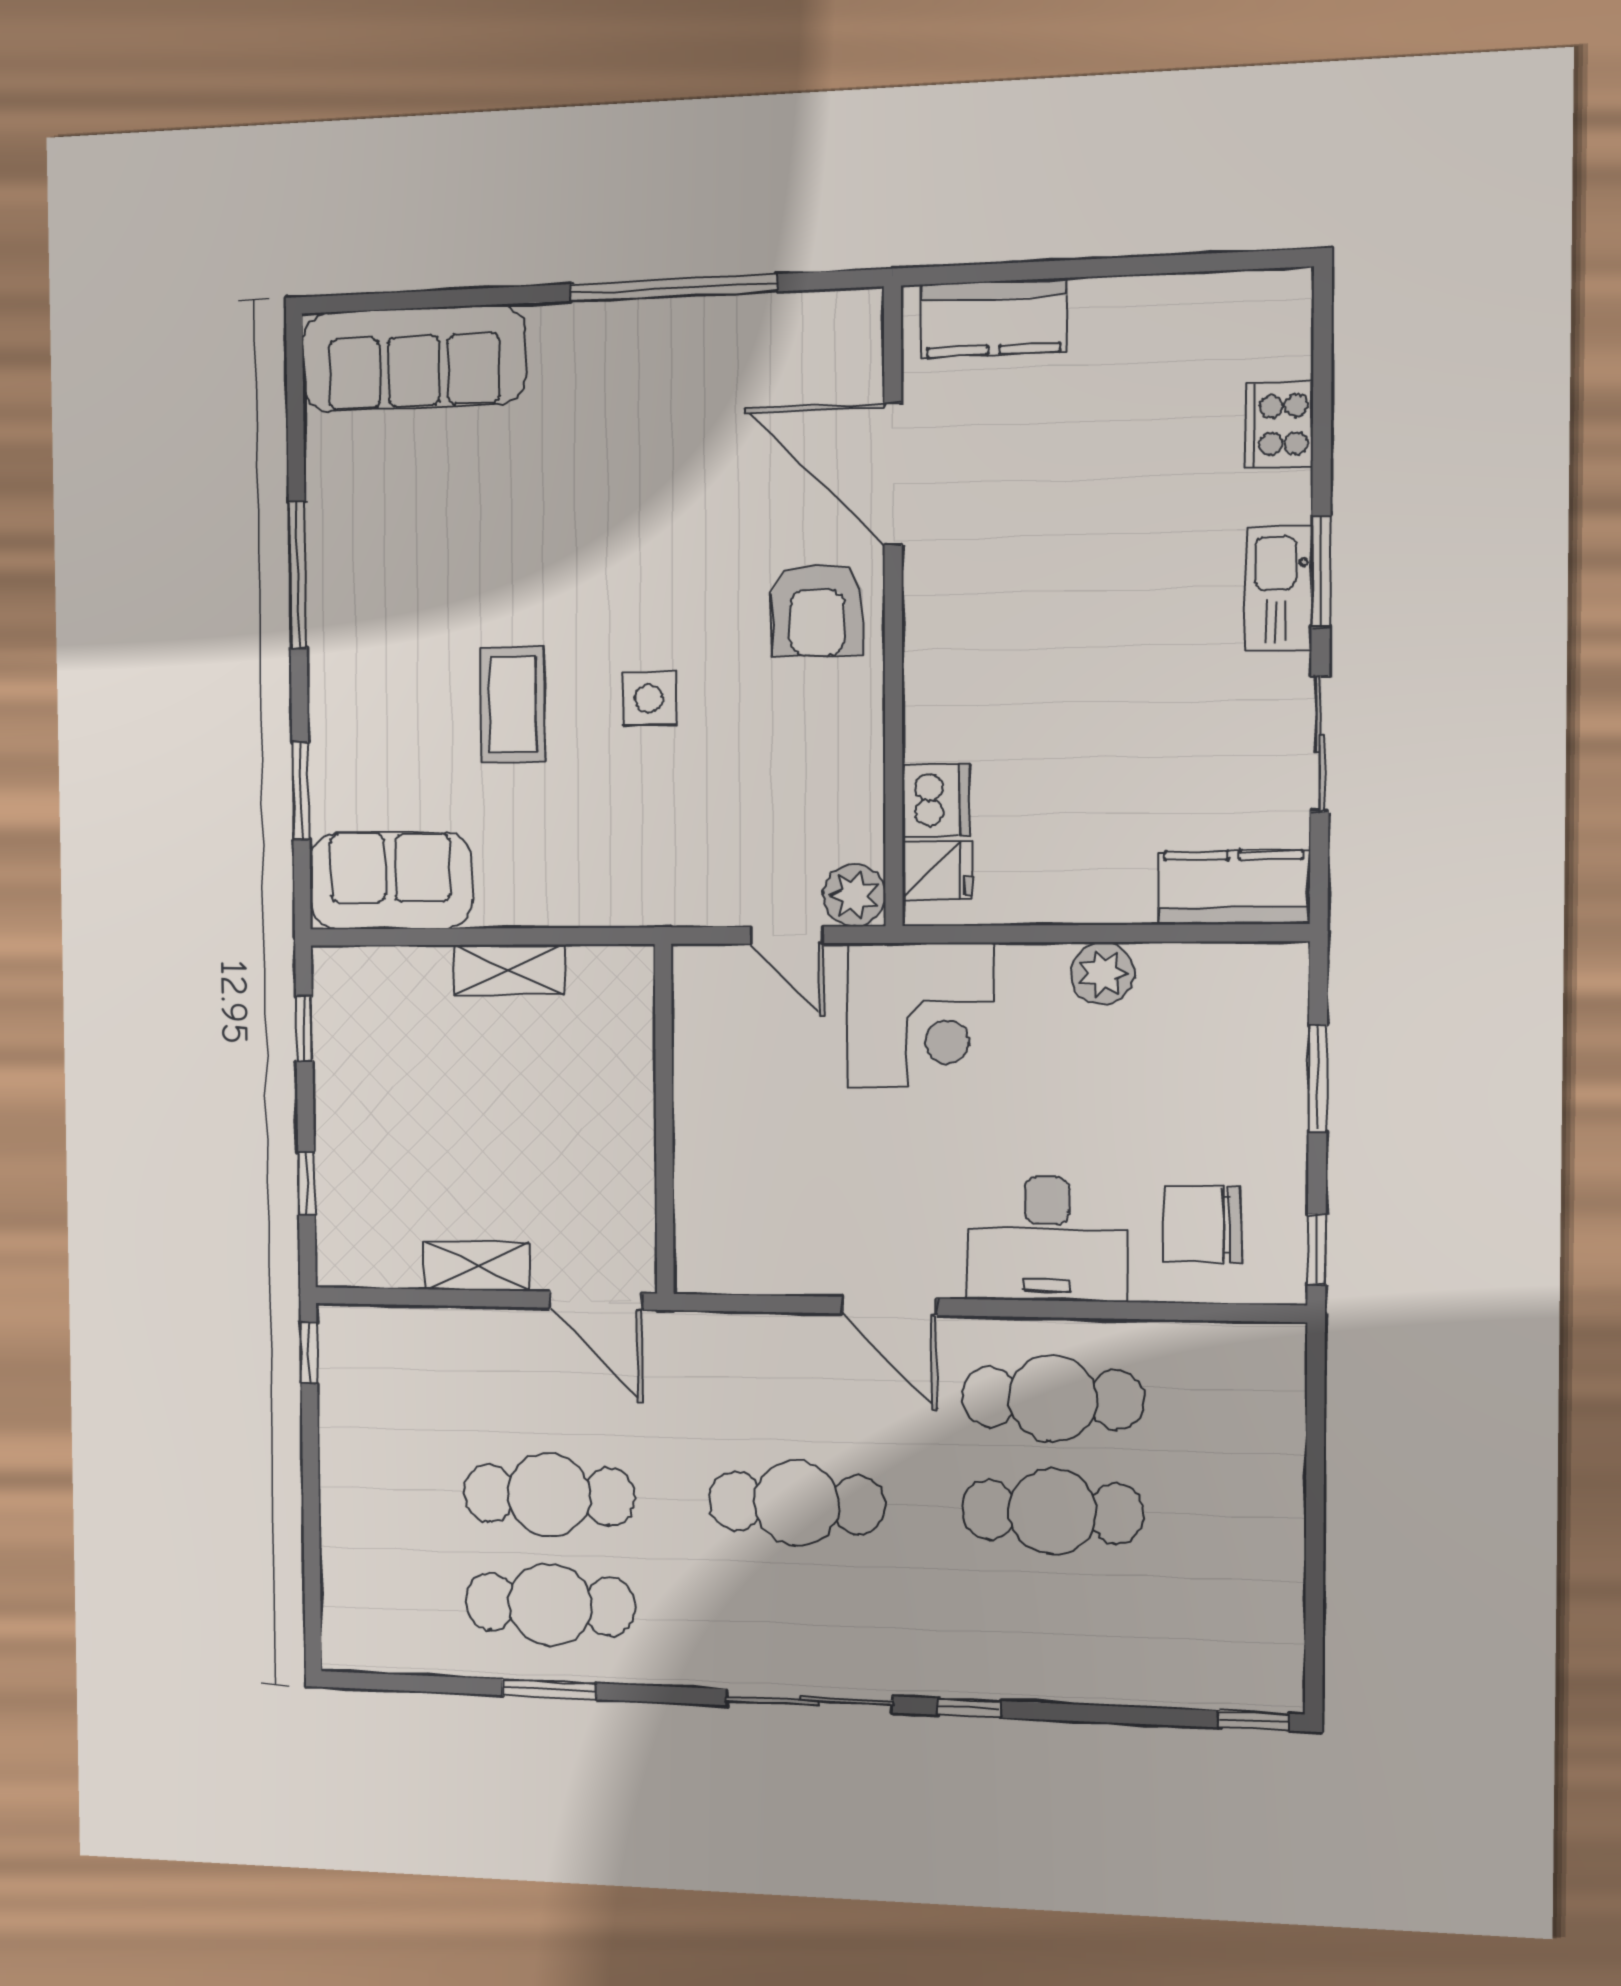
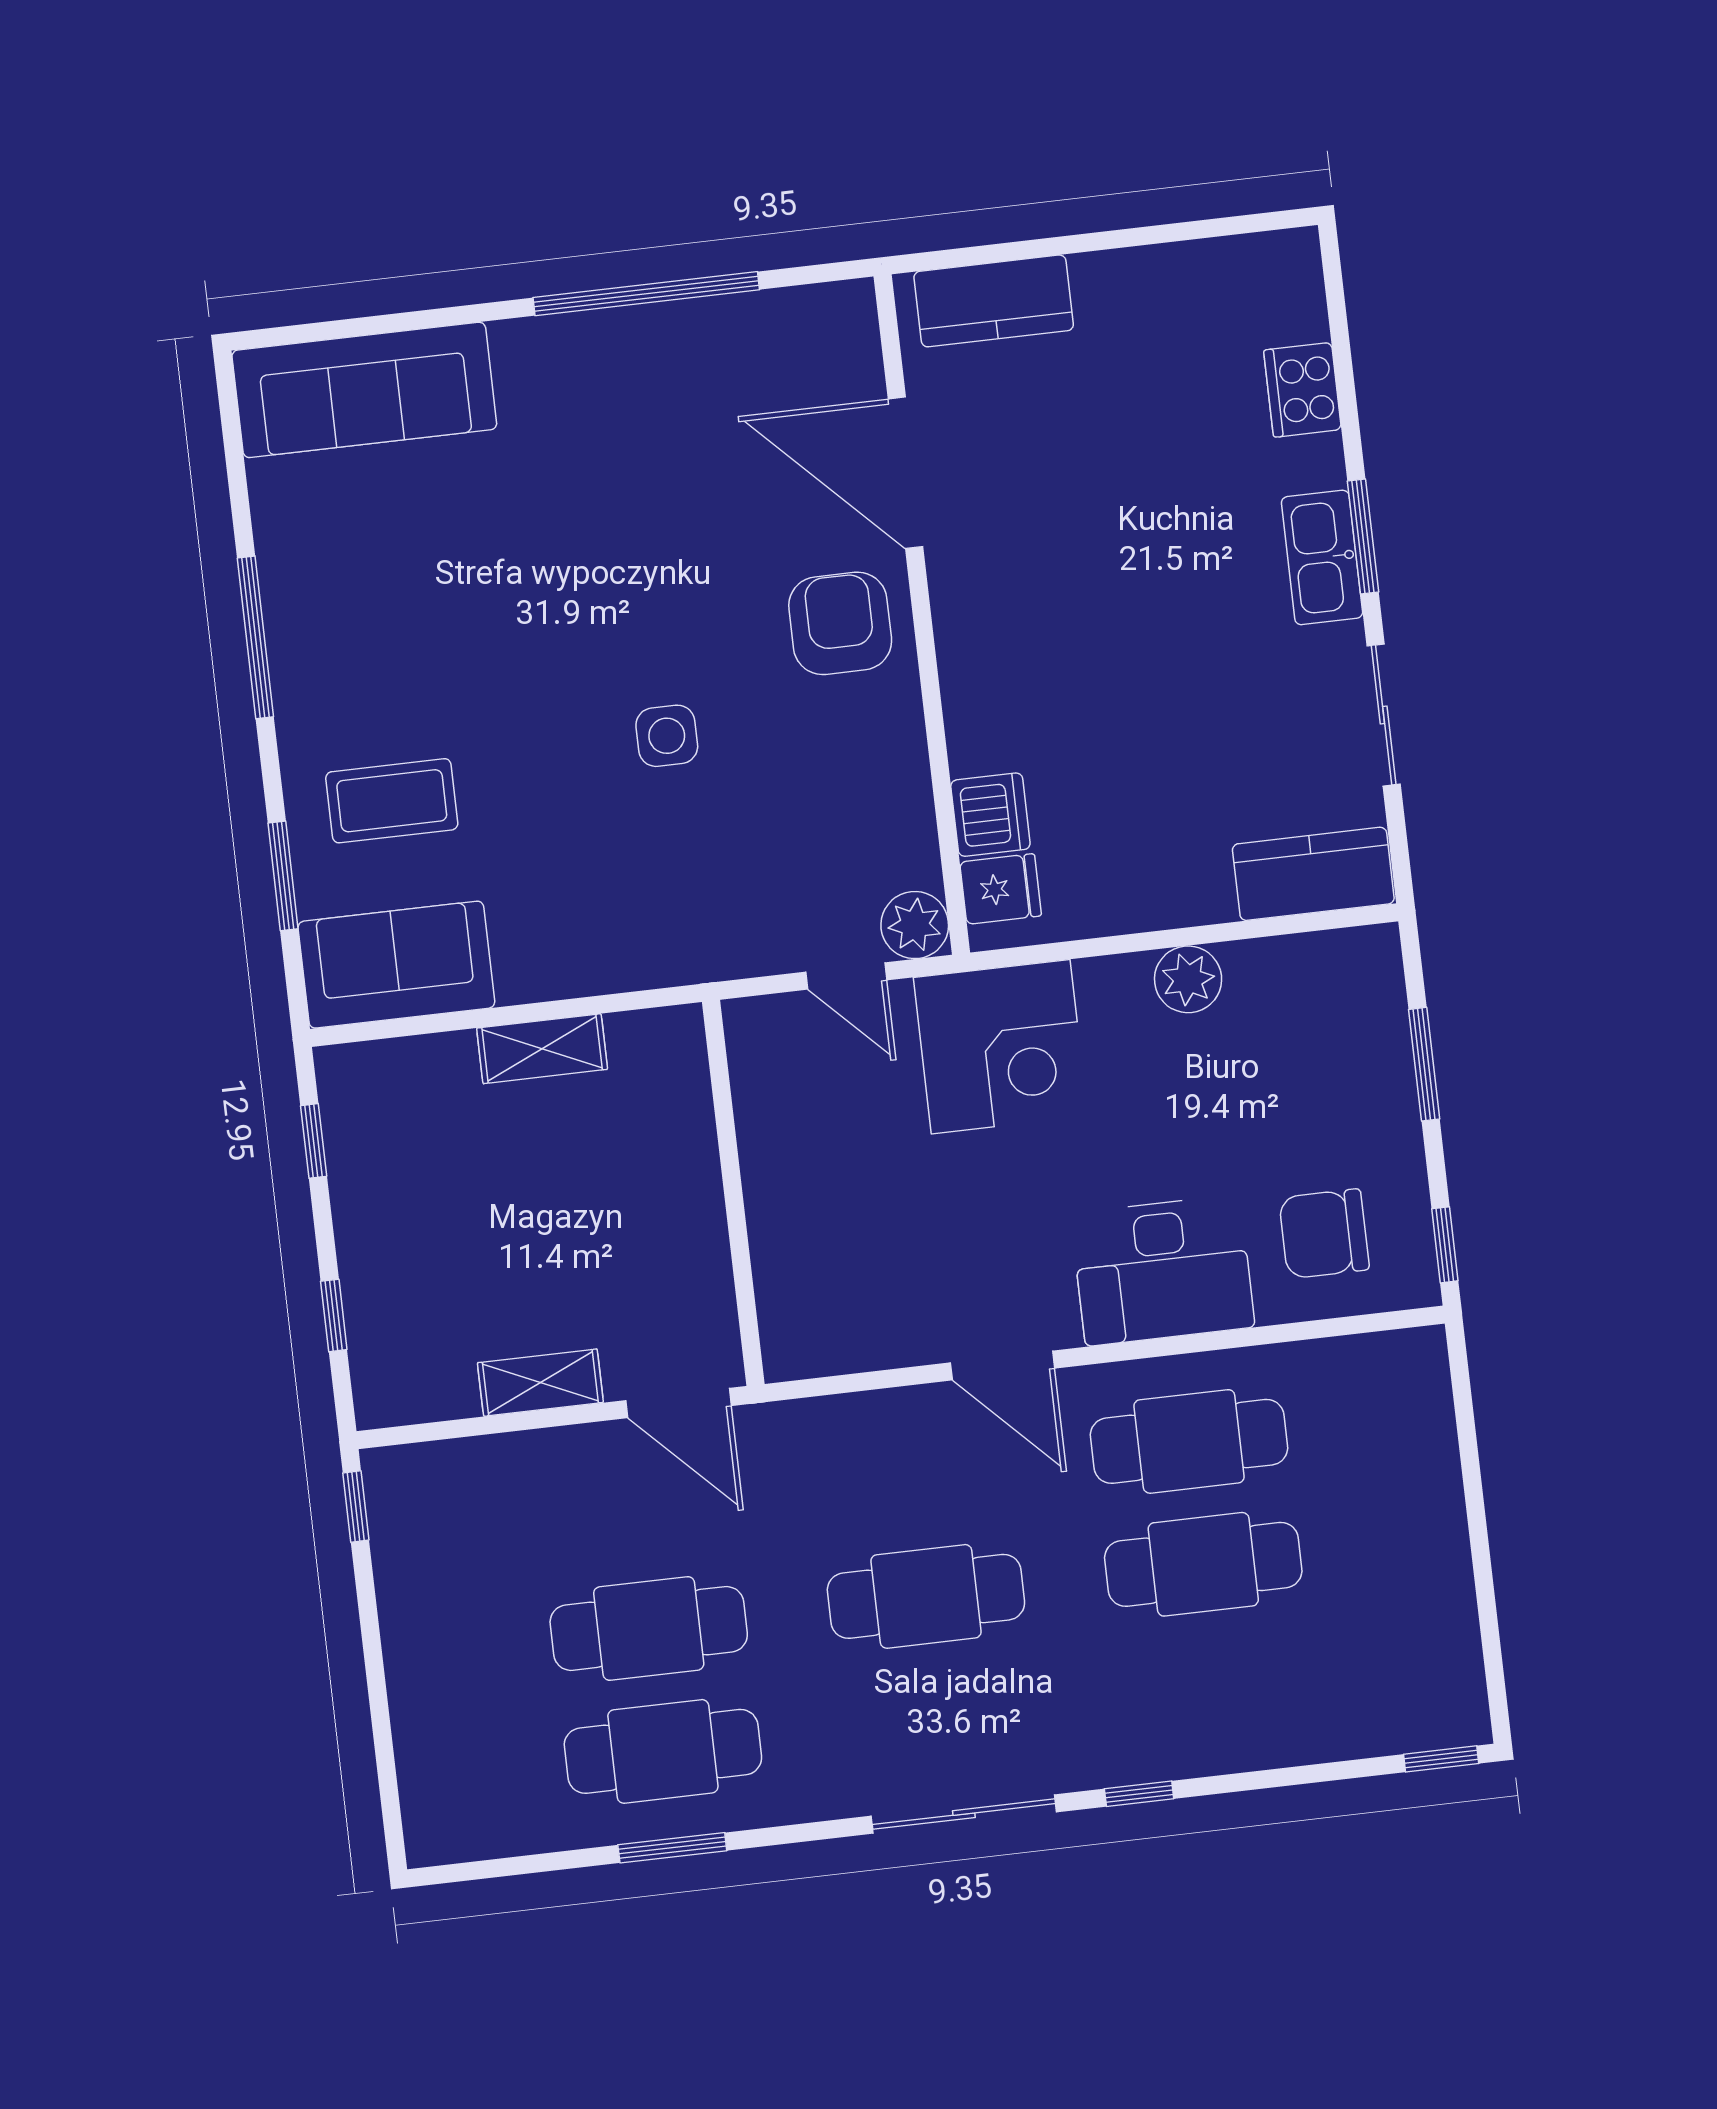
armchair: (817, 610) -> (840, 623), turned 180
coffee table: (513, 704) -> (392, 801), moved, turned 90

